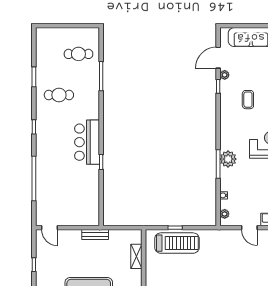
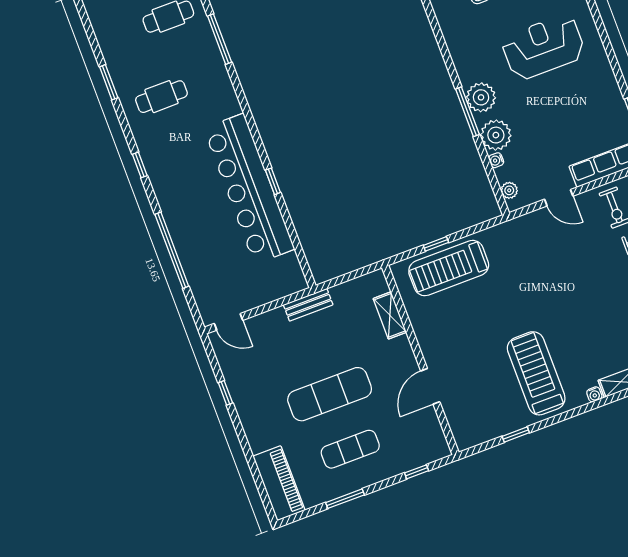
bar counter: (87, 142) -> (249, 189), width x1.86
plant: (228, 182) -> (496, 135), added
treadmill: (177, 243) -> (449, 268), turned 180

